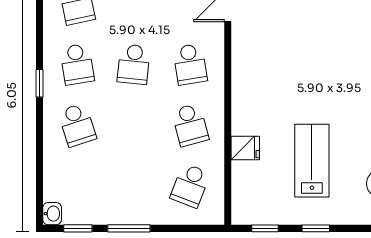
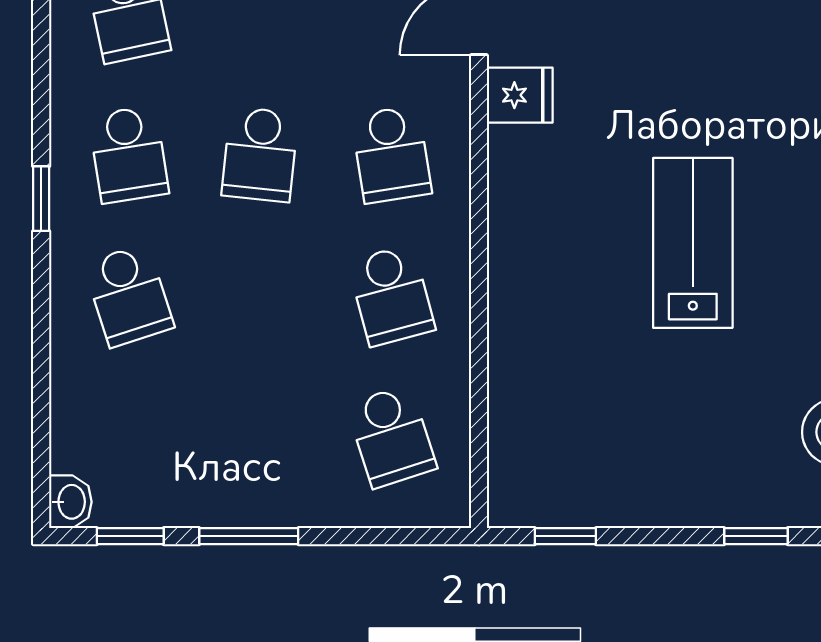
fridge: (245, 148) -> (520, 95), moved
lab bench: (312, 161) -> (693, 243), moved
school desk: (190, 186) -> (391, 436), turned -39
window: (316, 228) -> (756, 536), moved

